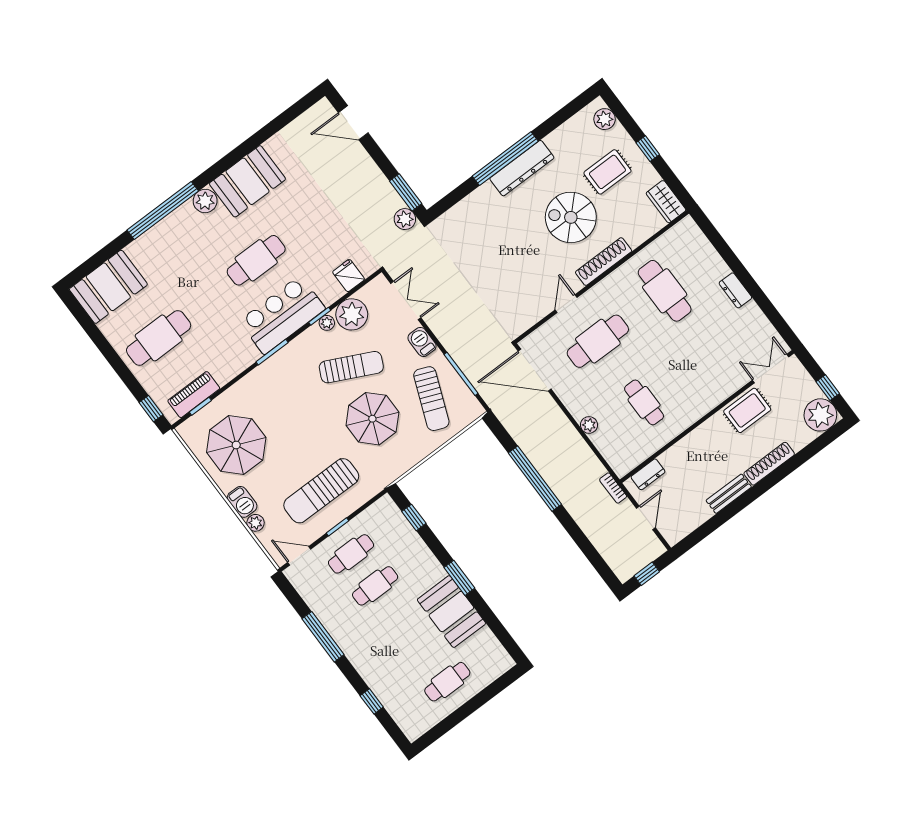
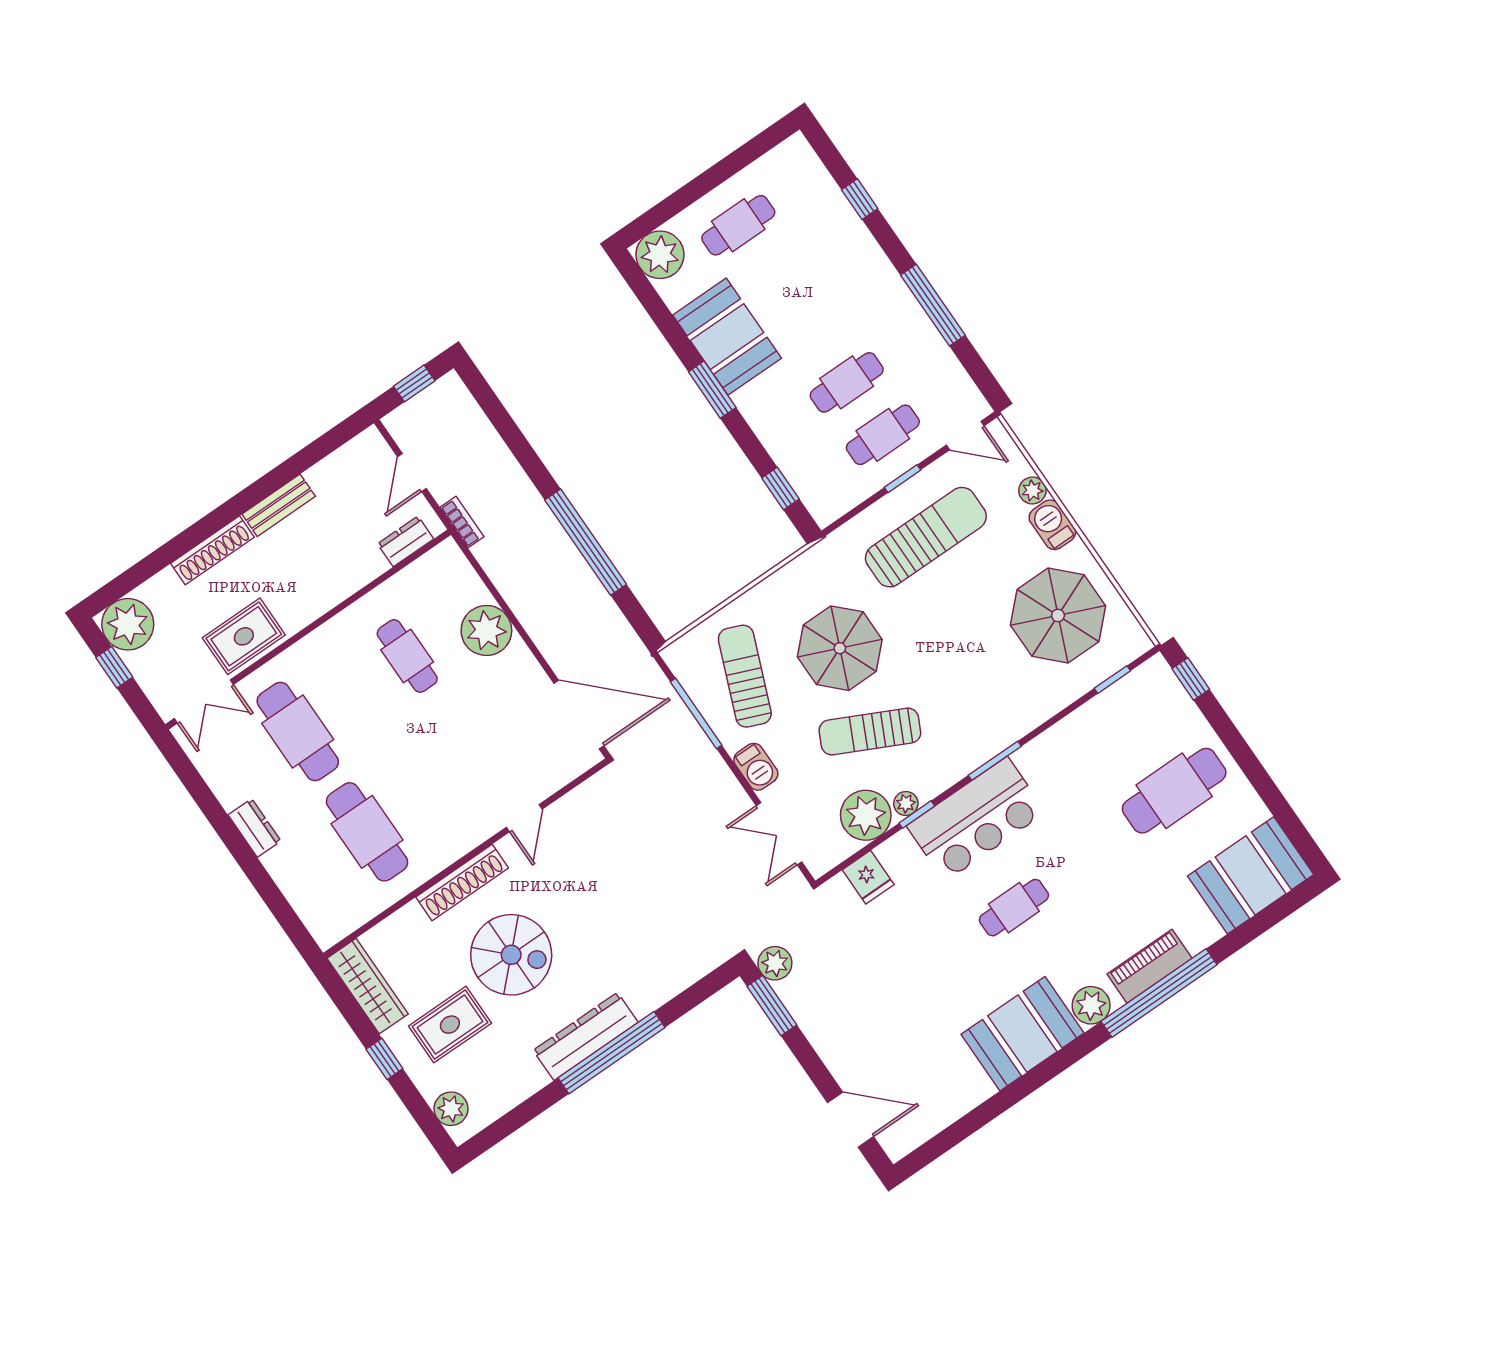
wardrobe: (666, 202) -> (368, 986), width x1.50
cafe table: (256, 260) -> (1014, 908), width x0.73, depth x0.74
cafe table: (598, 341) -> (298, 731), moved, turned 90
piano: (194, 395) -> (1150, 966), moved, turned 180
plant: (589, 425) -> (486, 630), width x1.88, depth x1.88
plant: (496, 661) -> (660, 255), added

